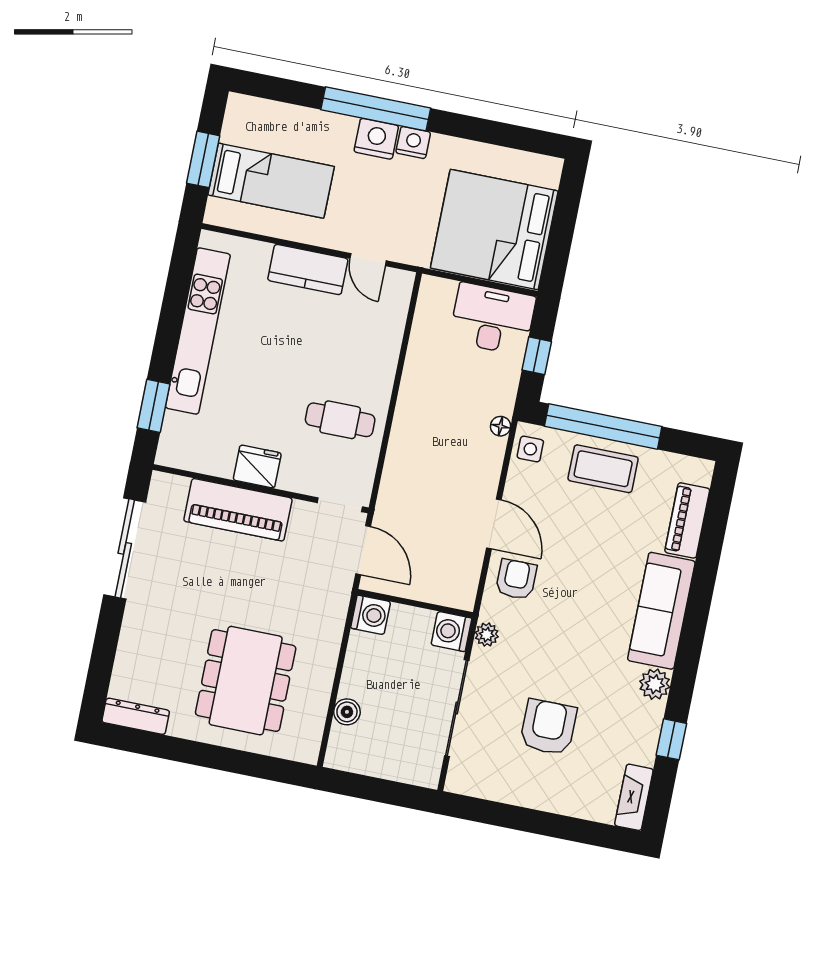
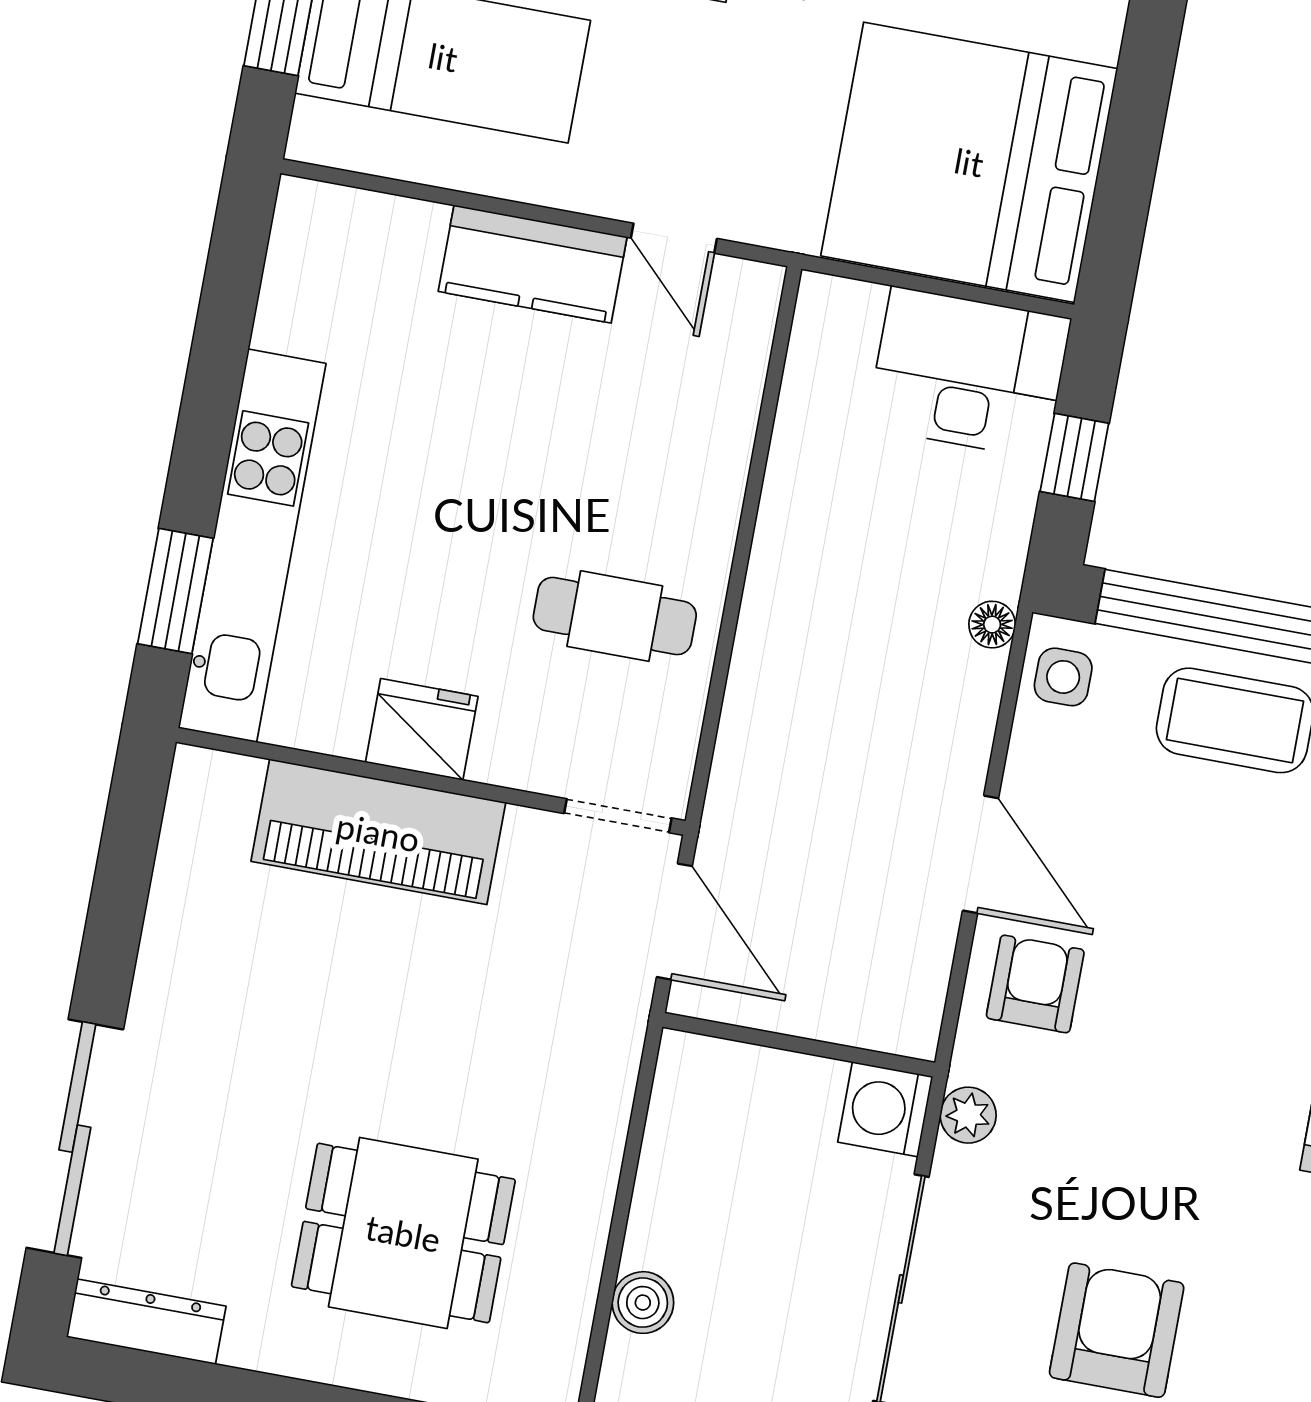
kitchen unit: (198, 331) -> (252, 546), moved
sliding door: (125, 548) -> (75, 1139), moved
washing machine: (371, 615) -> (694, 1073), removed
dining table: (246, 681) -> (403, 1233), width x0.73

